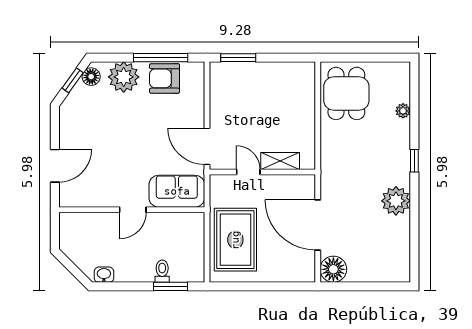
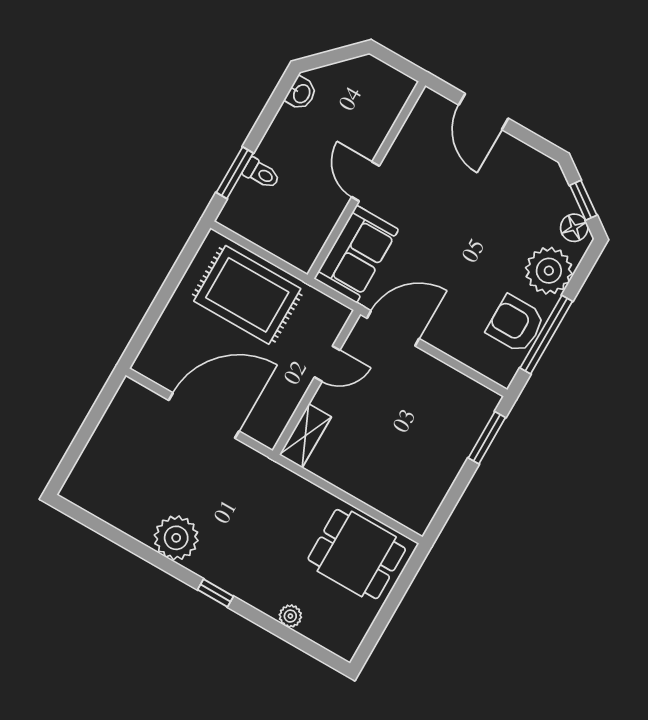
armchair: (165, 78) -> (516, 324), turned -90
shelving: (280, 161) -> (305, 436), moved
floor lamp: (333, 269) -> (133, 402), removed

